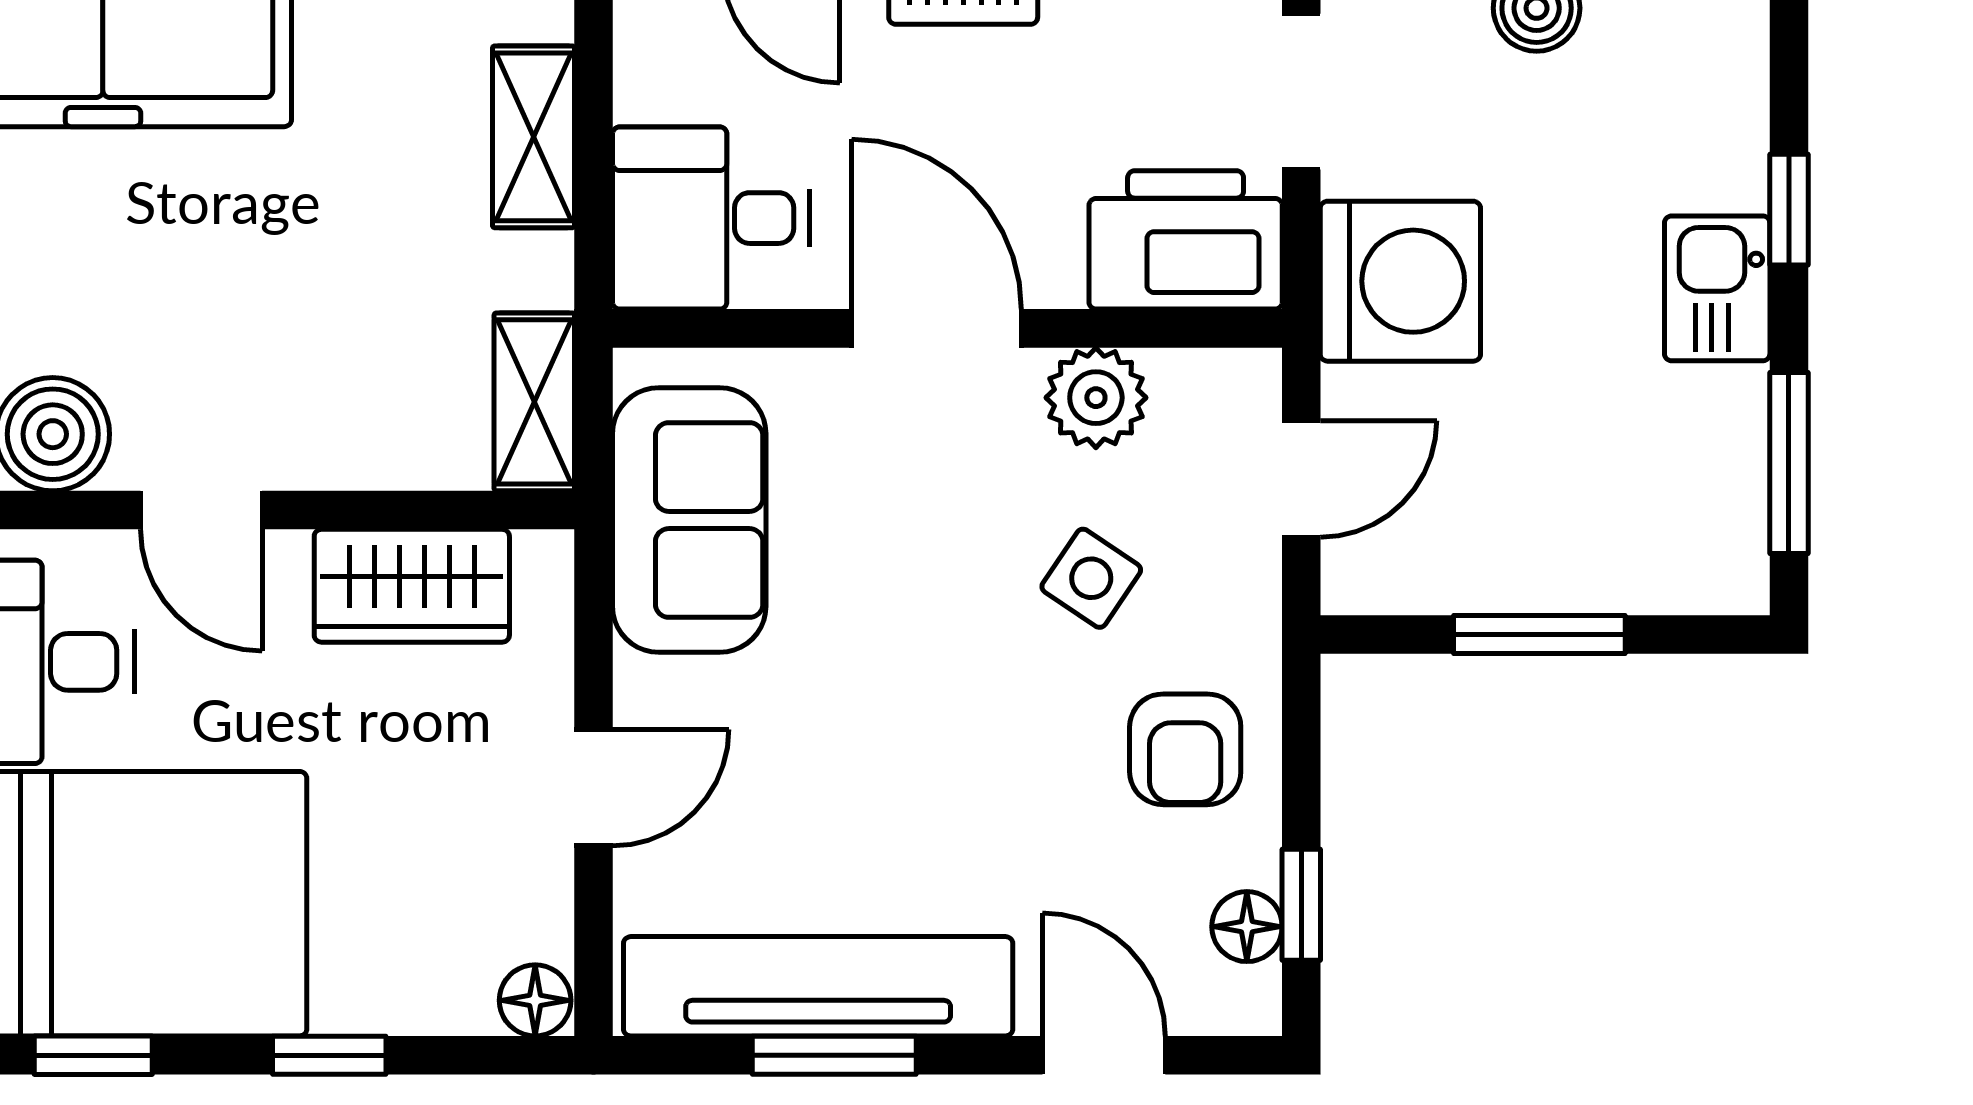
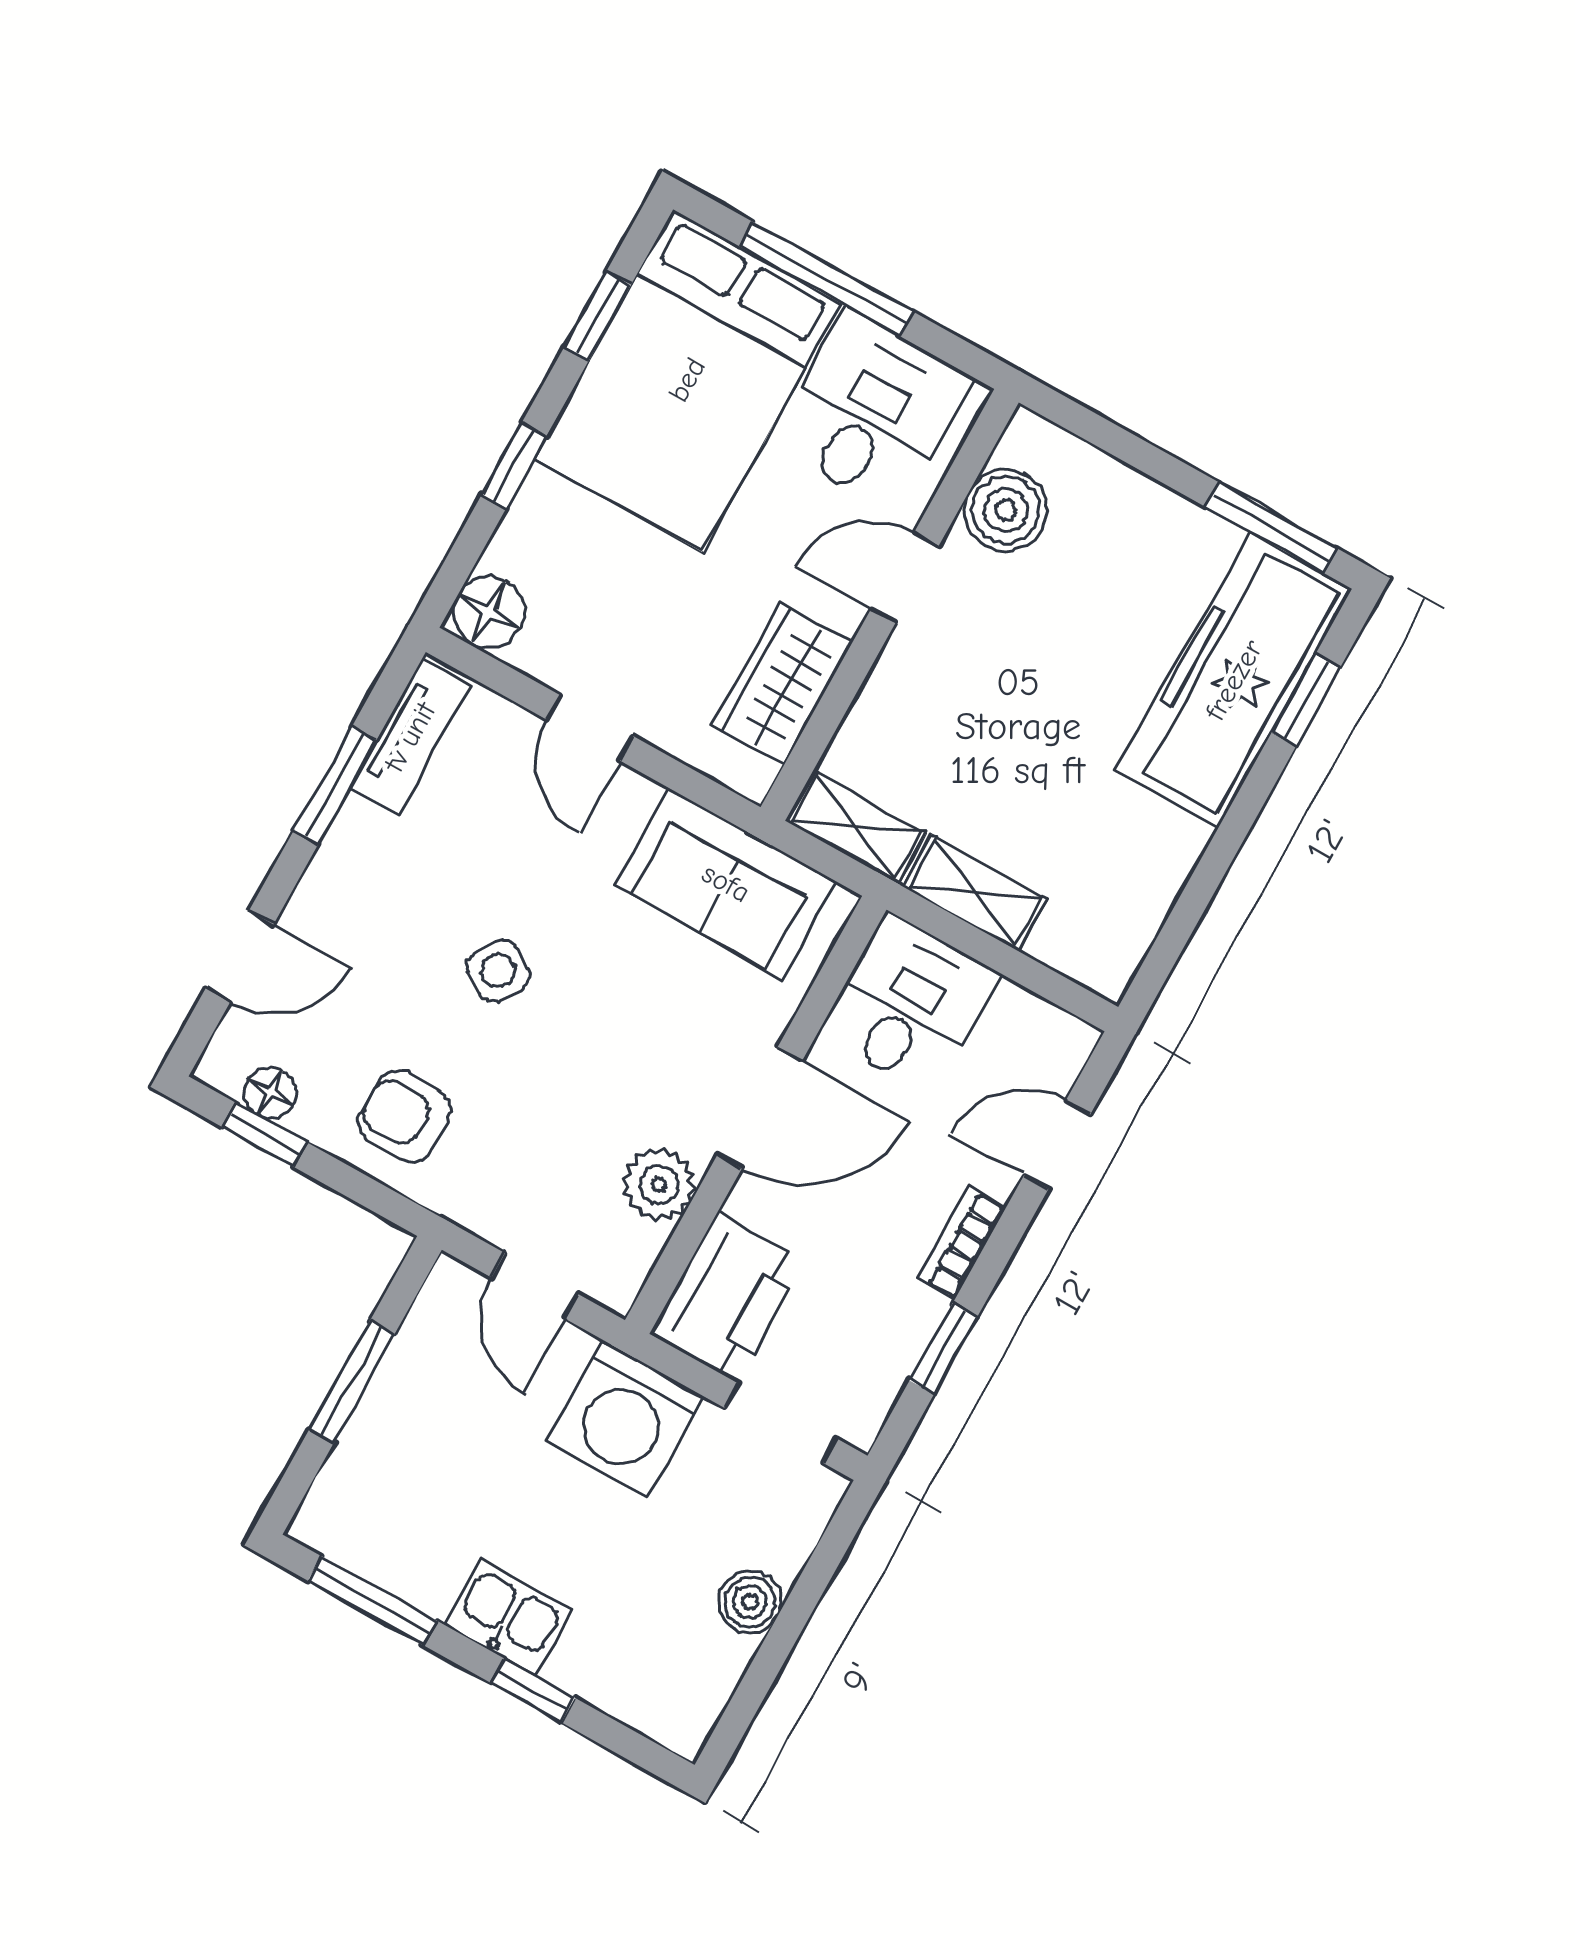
shelving: (533, 137) -> (975, 893), moved
side table: (1091, 578) -> (498, 971), moved
tv unit: (818, 986) -> (410, 737), width x0.52, depth x0.78
floor lamp: (535, 1000) -> (489, 612), width x1.37, depth x1.37

